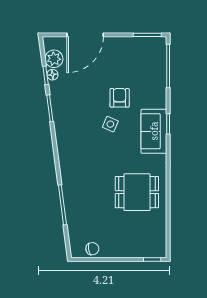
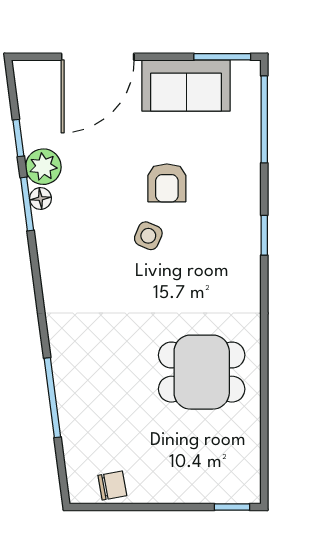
plant: (54, 59) -> (43, 167), moved
floor lamp: (53, 75) -> (41, 198), moved
armchair: (120, 98) -> (167, 183), turned 180
sofa: (154, 131) -> (186, 85), moved, turned -90

